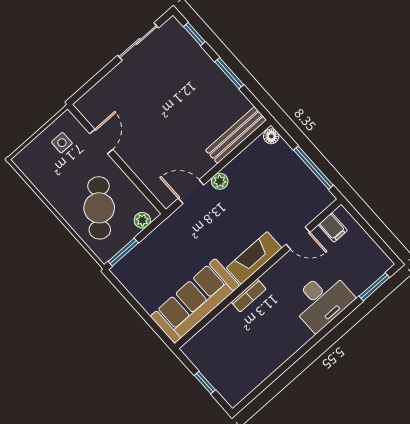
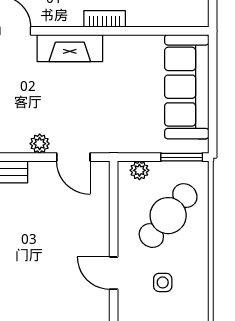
door: (101, 142) -> (114, 273), hinge flipped
side table: (62, 143) -> (163, 282), moved
sofa: (195, 301) -> (187, 87), moved, turned 90

